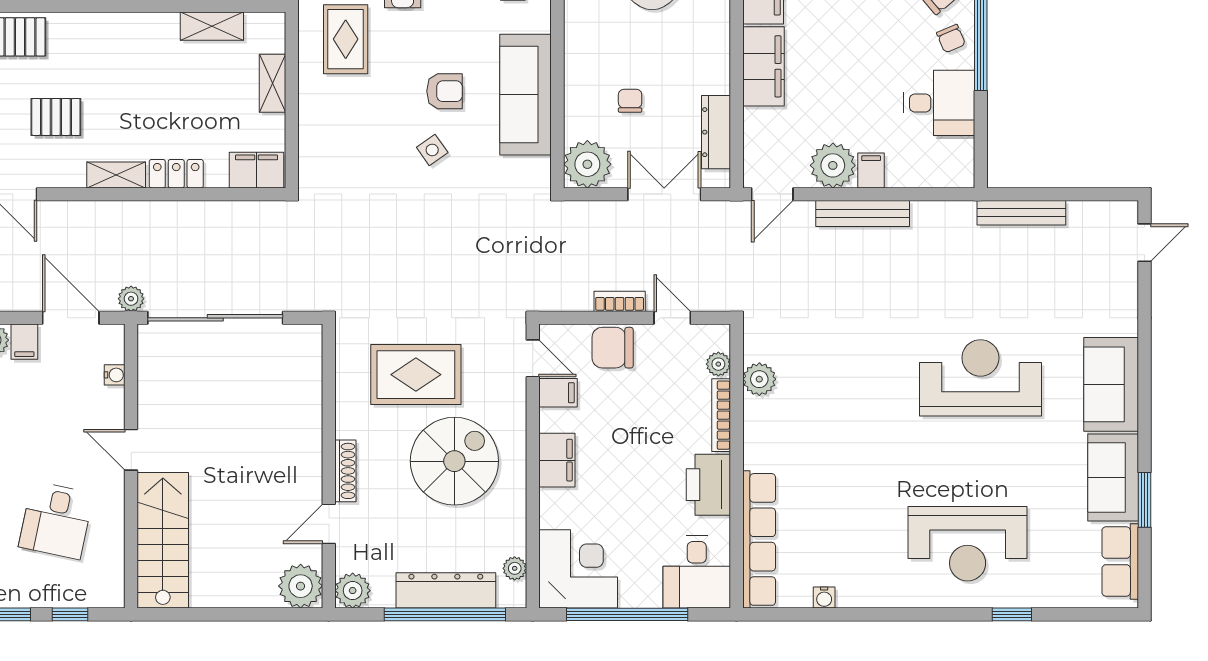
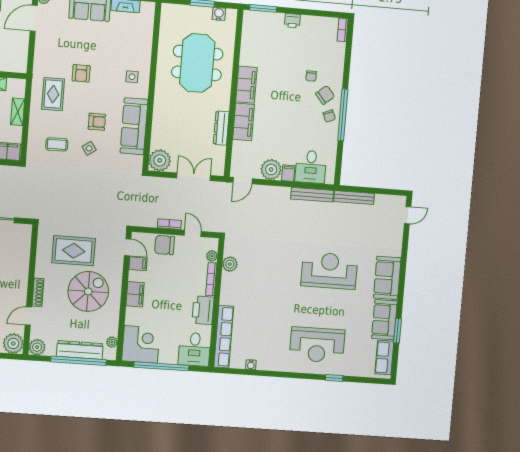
chair: (630, 101) -> (182, 133), removed
desk: (939, 103) -> (311, 167), moved, turned 90
dresser: (716, 132) -> (221, 128), moved
coffee table: (362, 147) -> (57, 144), added
bench: (863, 213) -> (312, 195), moved

